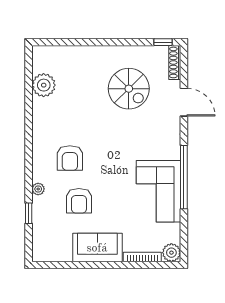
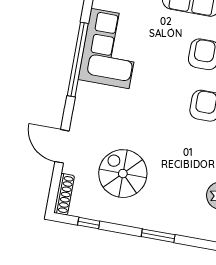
window: (90, 42) -> (158, 236), added
window: (163, 42) -> (89, 223), moved

